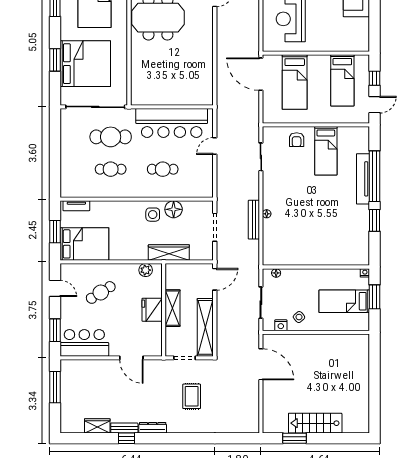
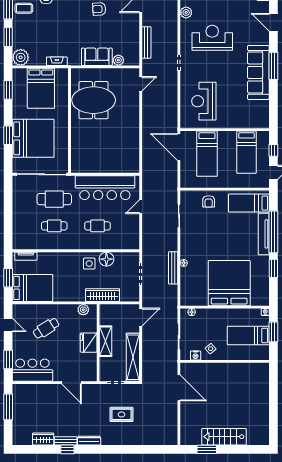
bed: (326, 151) -> (249, 203), moved, turned 90
bed: (321, 238) -> (229, 283), added
rug: (192, 396) -> (121, 414), turned 90

